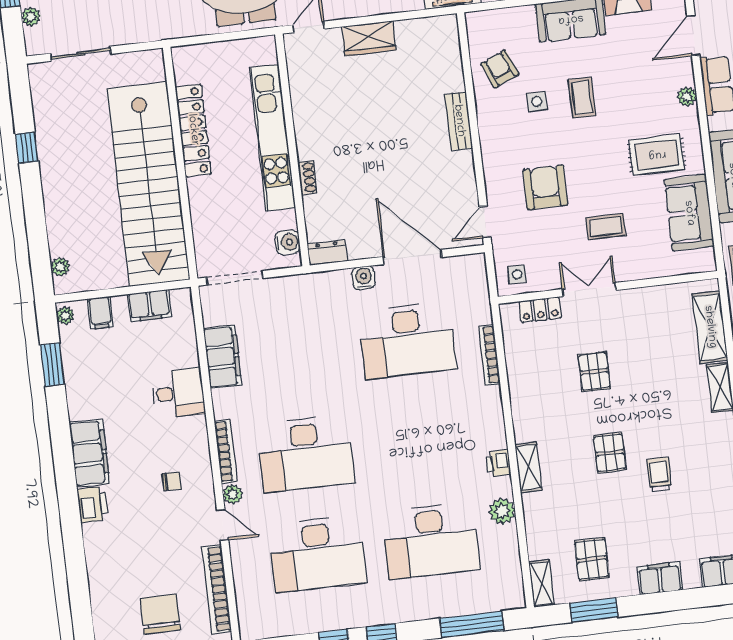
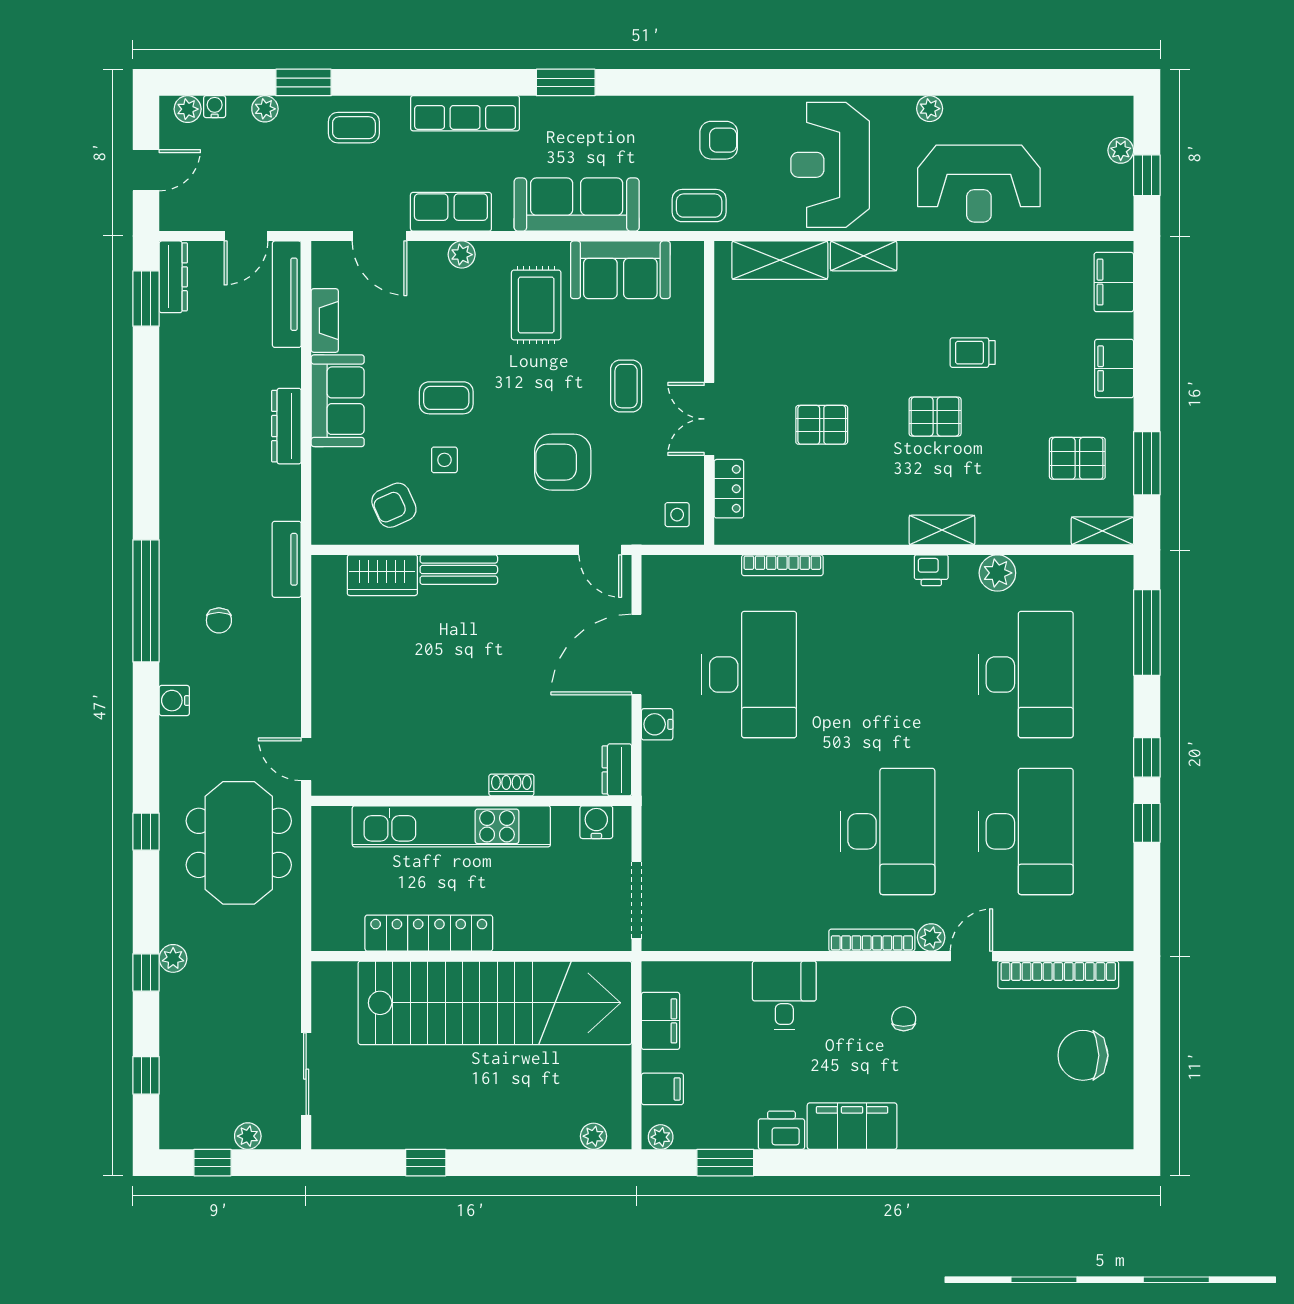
wardrobe: (369, 38) -> (382, 575), moved, turned 90
filing cabinet: (223, 357) -> (742, 929), removed
printer: (93, 504) -> (781, 1130), moved

